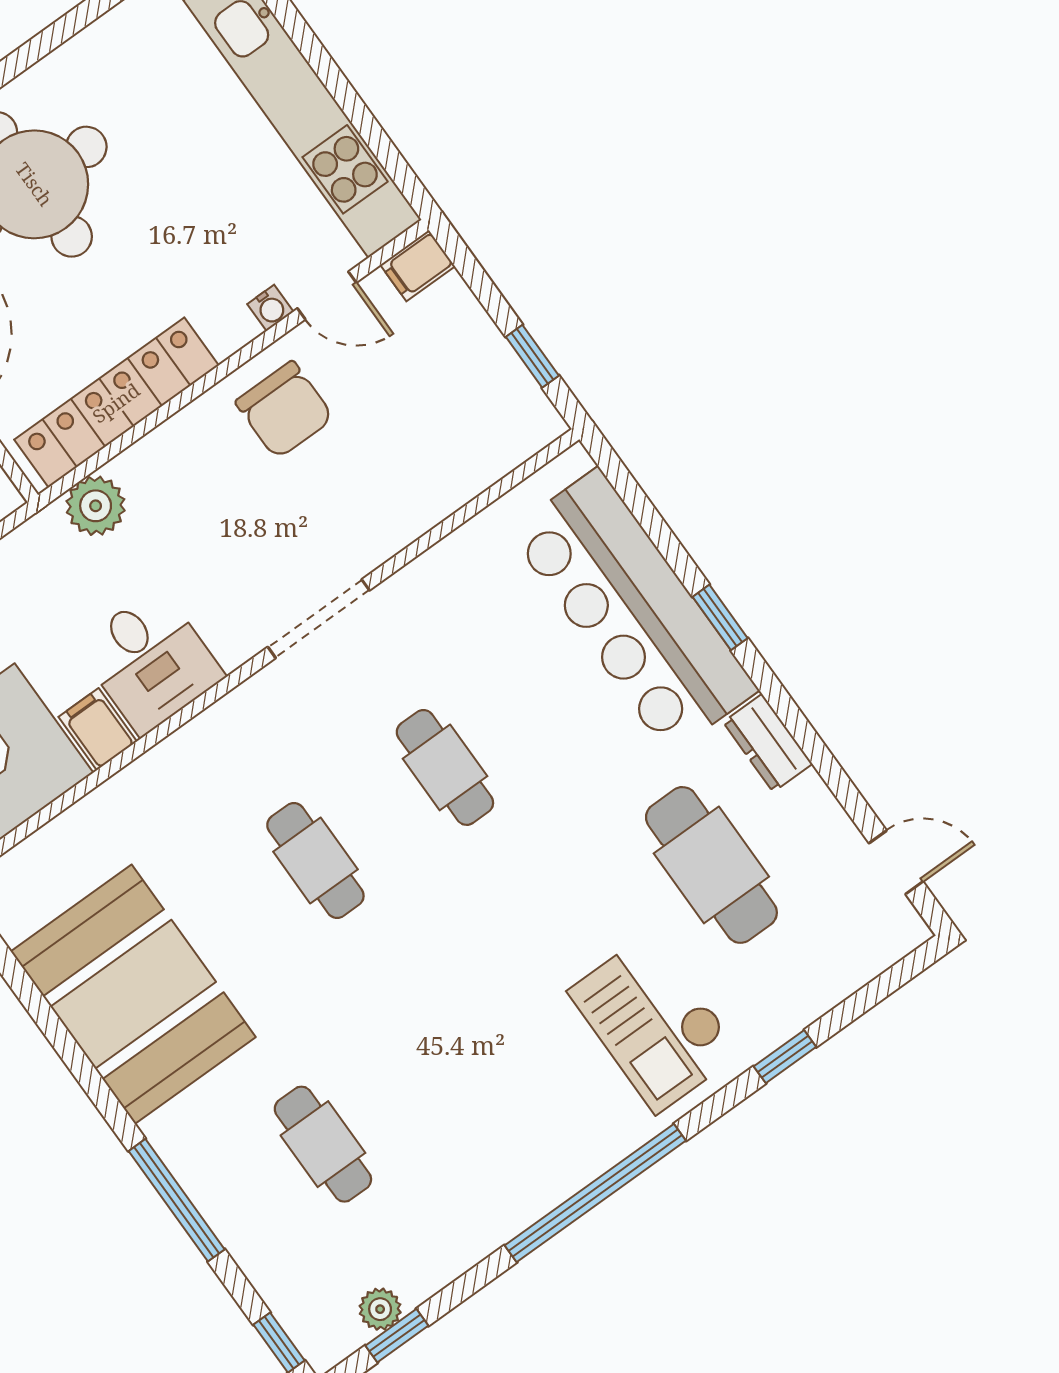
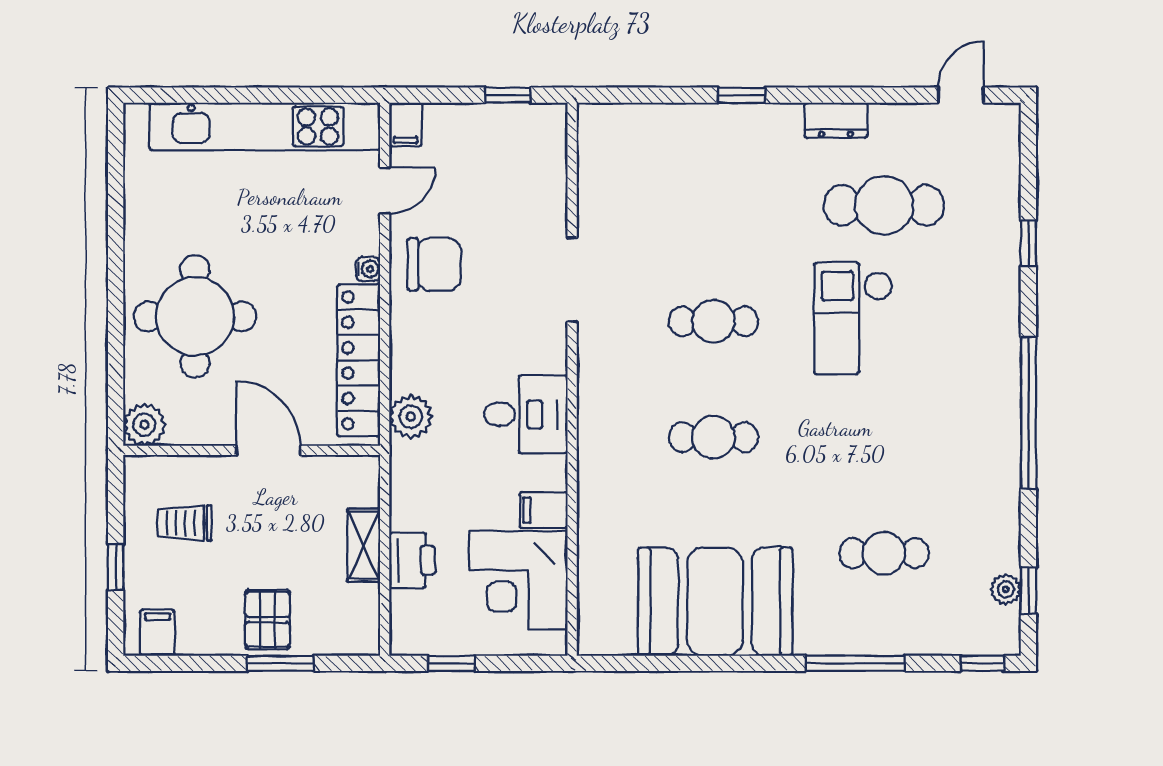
water cooler: (270, 308) -> (368, 269), moved
bar counter: (633, 611) -> (701, 144), removed
doorway: (319, 619) -> (572, 280), moved
desk: (150, 661) -> (526, 414), moved
checkout: (654, 1022) -> (853, 318), moved, turned 90

